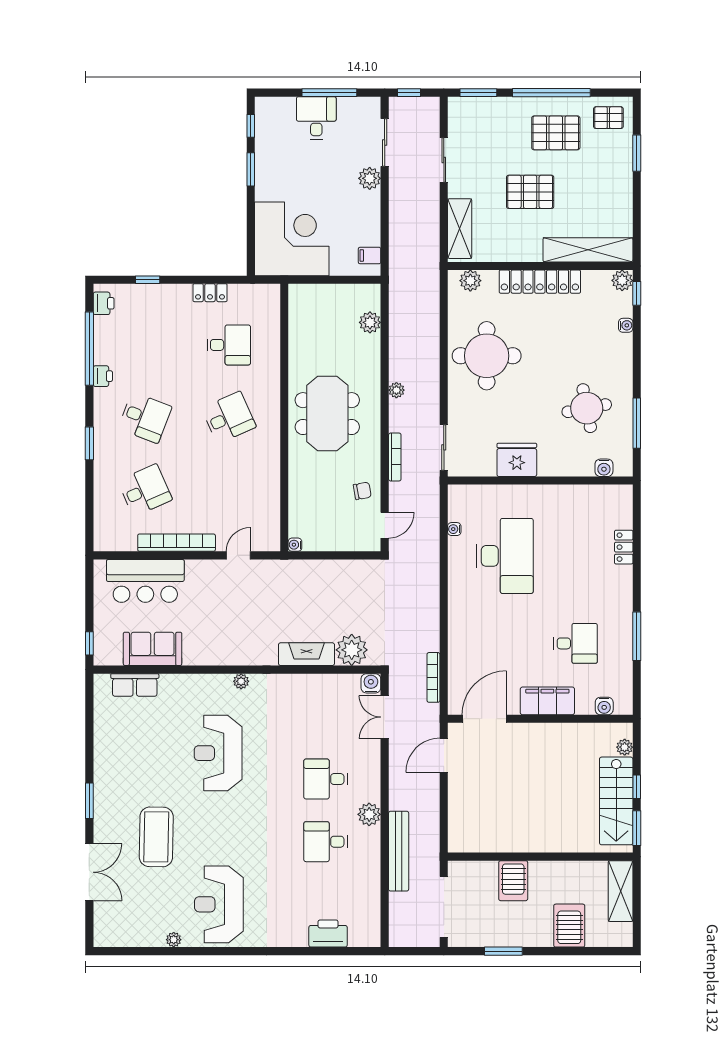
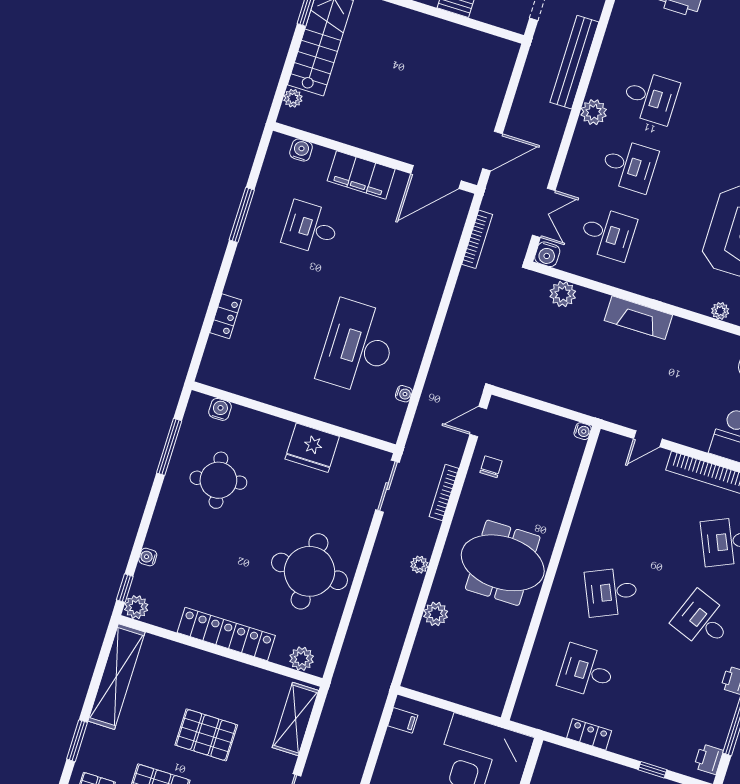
shelving: (588, 250) -> (116, 677), moved, turned 90
plant: (370, 322) -> (436, 614), moved
meeting table: (327, 414) -> (503, 563), turned 90
chair: (362, 491) -> (491, 467), turned 100
plant: (352, 650) -> (563, 294), width x0.73, depth x0.73
fireplace: (306, 654) -> (638, 318), moved
plant: (241, 681) -> (720, 311), moved
desk: (326, 716) -> (608, 234), added
window: (637, 787) -> (293, 51), removed

